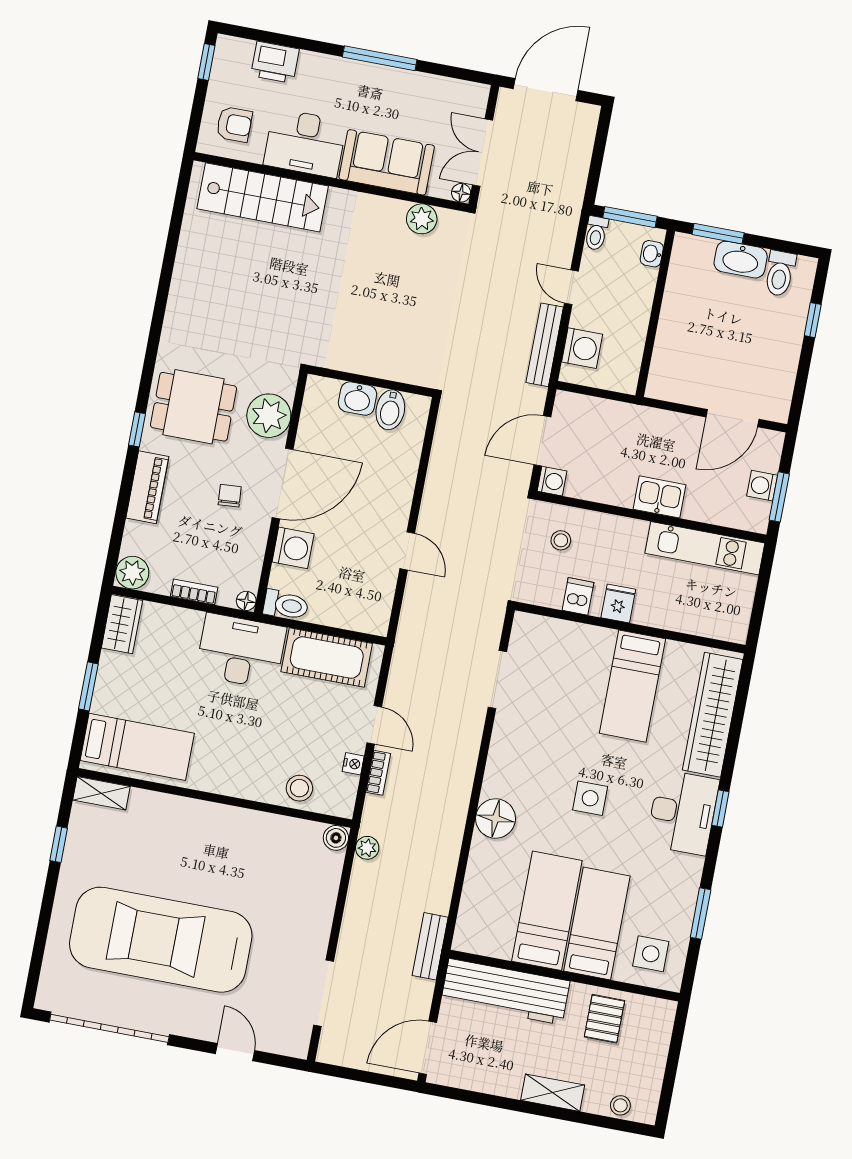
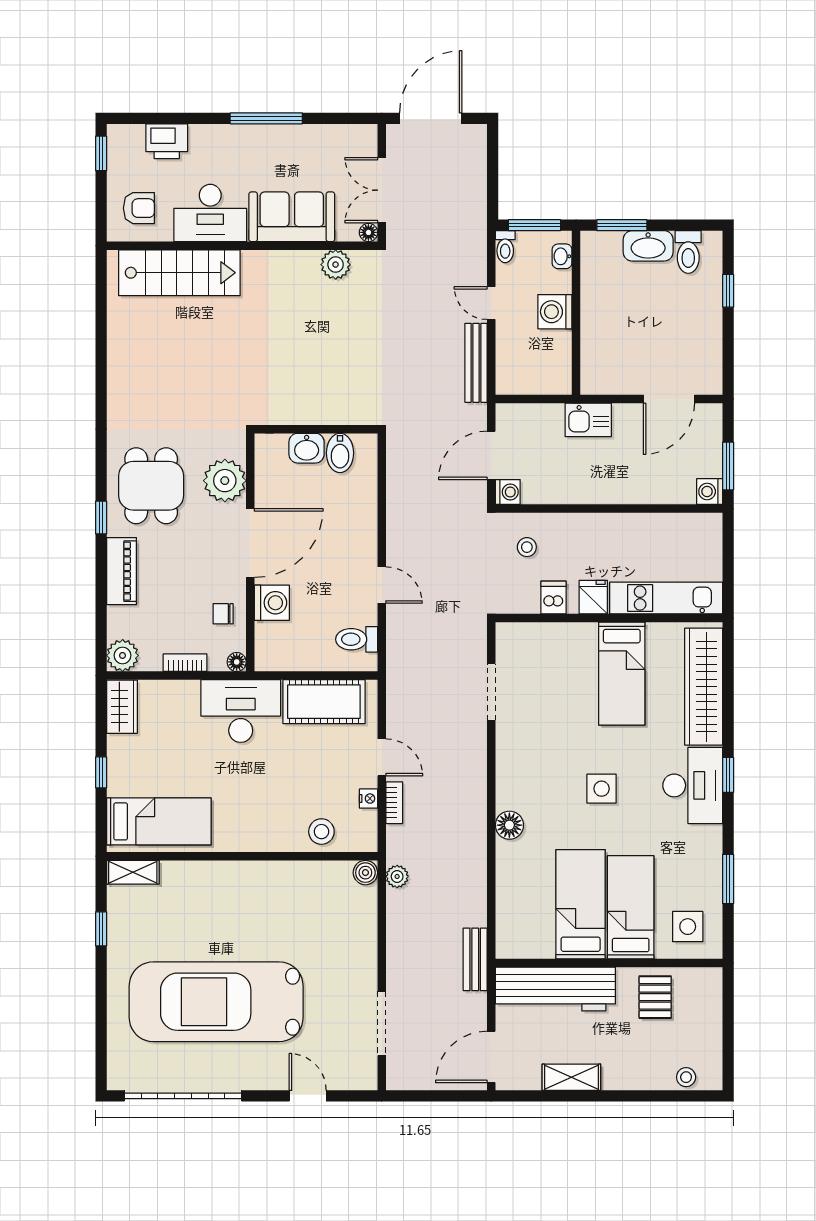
washing machine: (582, 348) -> (555, 312), moved, turned 180
dining table: (193, 407) -> (151, 486), turned 90
washing machine: (762, 486) -> (710, 492), moved
chair: (230, 496) -> (223, 614), moved, turned -86
kitchen sink: (659, 497) -> (588, 420), moved, turned 180
kitchen unit: (705, 548) -> (666, 598), moved, turned 180
toilet: (286, 605) -> (357, 639), moved, turned 180
window: (88, 686) -> (101, 772), width x0.67
floor lamp: (496, 819) -> (509, 825), width x0.73, depth x0.73
shelving: (553, 1093) -> (571, 1077), moved

